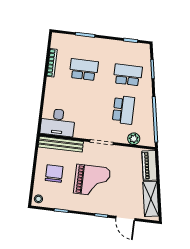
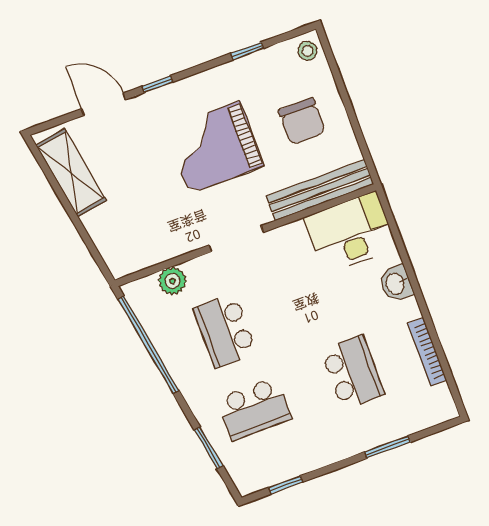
school desk: (84, 70) -> (353, 372), turned -90
washbasin: (50, 94) -> (396, 284), added
piano: (149, 166) -> (110, 242), removed

